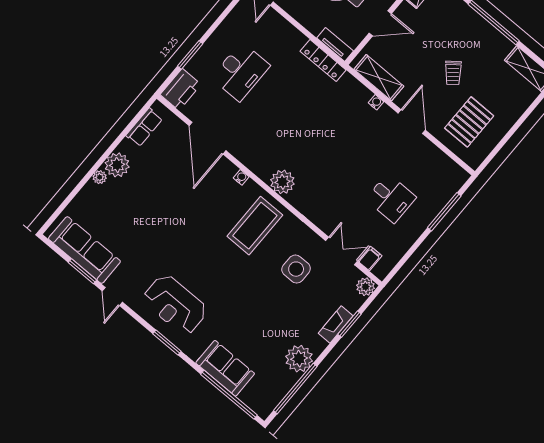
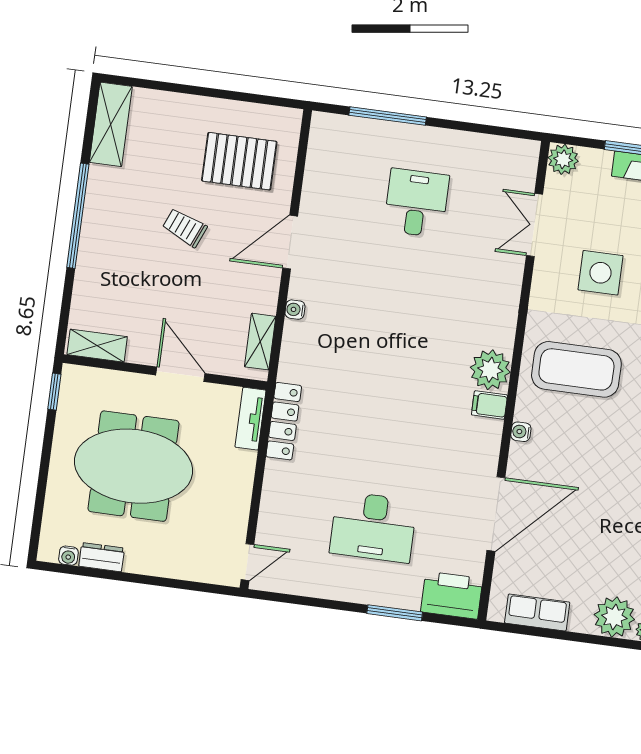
desk: (241, 72) -> (373, 527), turned 180
trolley: (453, 73) -> (185, 228), turned -119
shelving: (379, 78) -> (260, 342), width x0.67, depth x0.75
filing cabinet: (370, 259) -> (489, 405), moved

